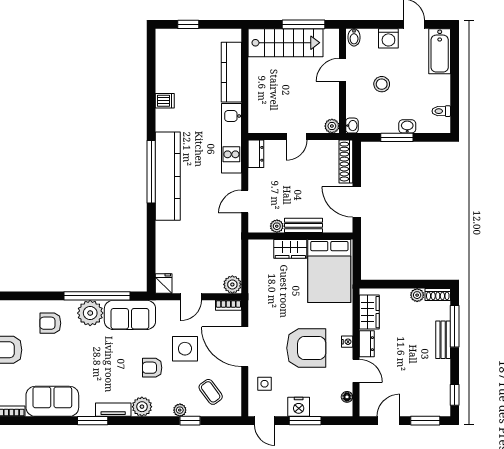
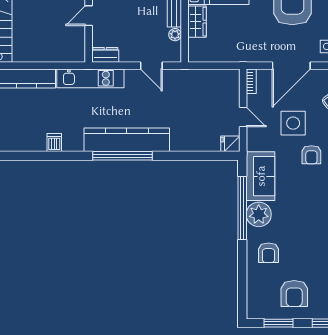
door: (296, 137) -> (89, 16), swing flipped
plant: (232, 284) -> (231, 77), removed

